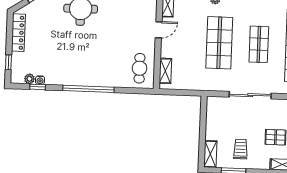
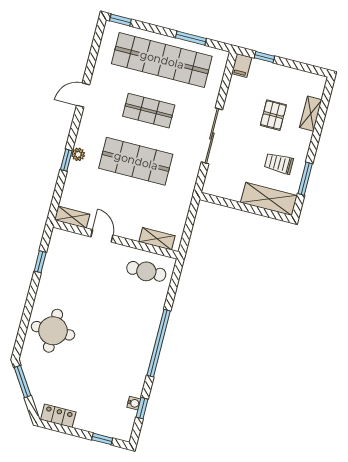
locker: (18, 33) -> (58, 416), width x0.66
plant: (29, 79) -> (129, 416), removed
shelving: (210, 154) -> (269, 199), width x1.50, depth x1.33

